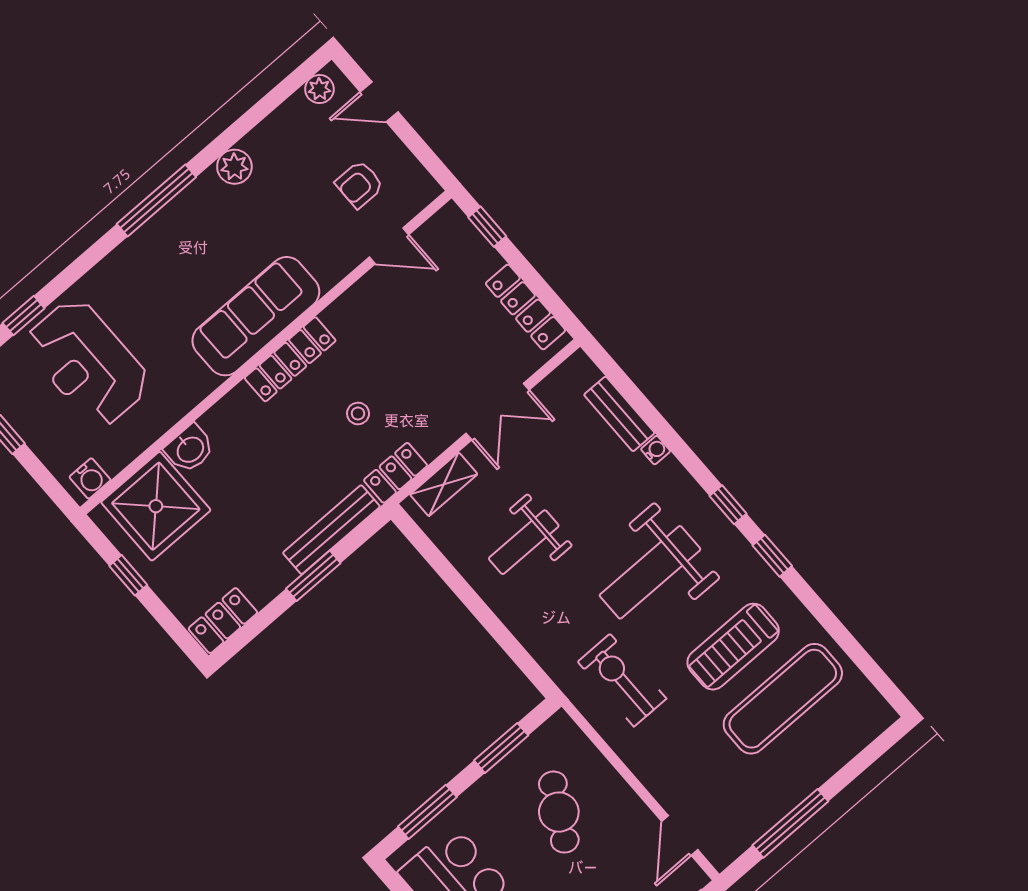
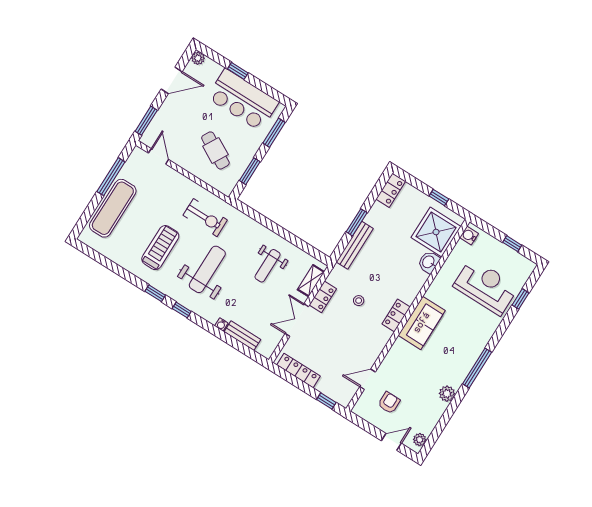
sofa: (256, 316) -> (422, 323), width x0.73
locker: (290, 359) -> (396, 315), width x0.66
locker: (396, 473) -> (323, 297), moved
weight bench: (524, 542) -> (268, 266), turned 180
exercise mat: (783, 699) -> (113, 208), moved

